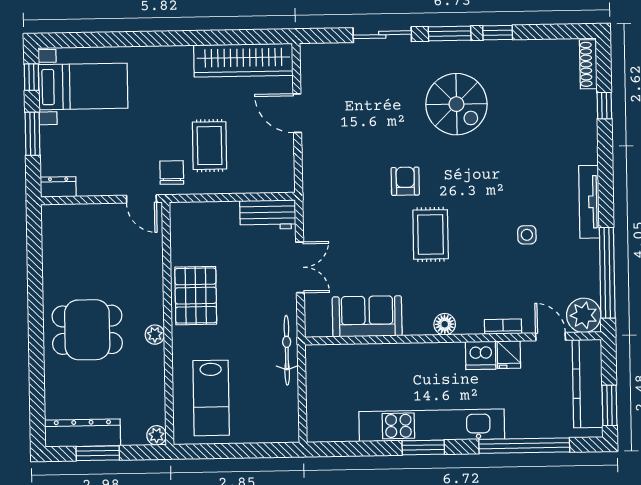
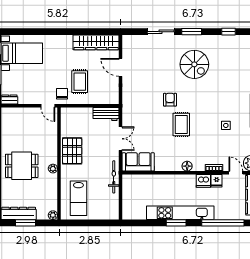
window: (498, 33) -> (228, 32), moved
sofa: (367, 316) -> (138, 162), moved

